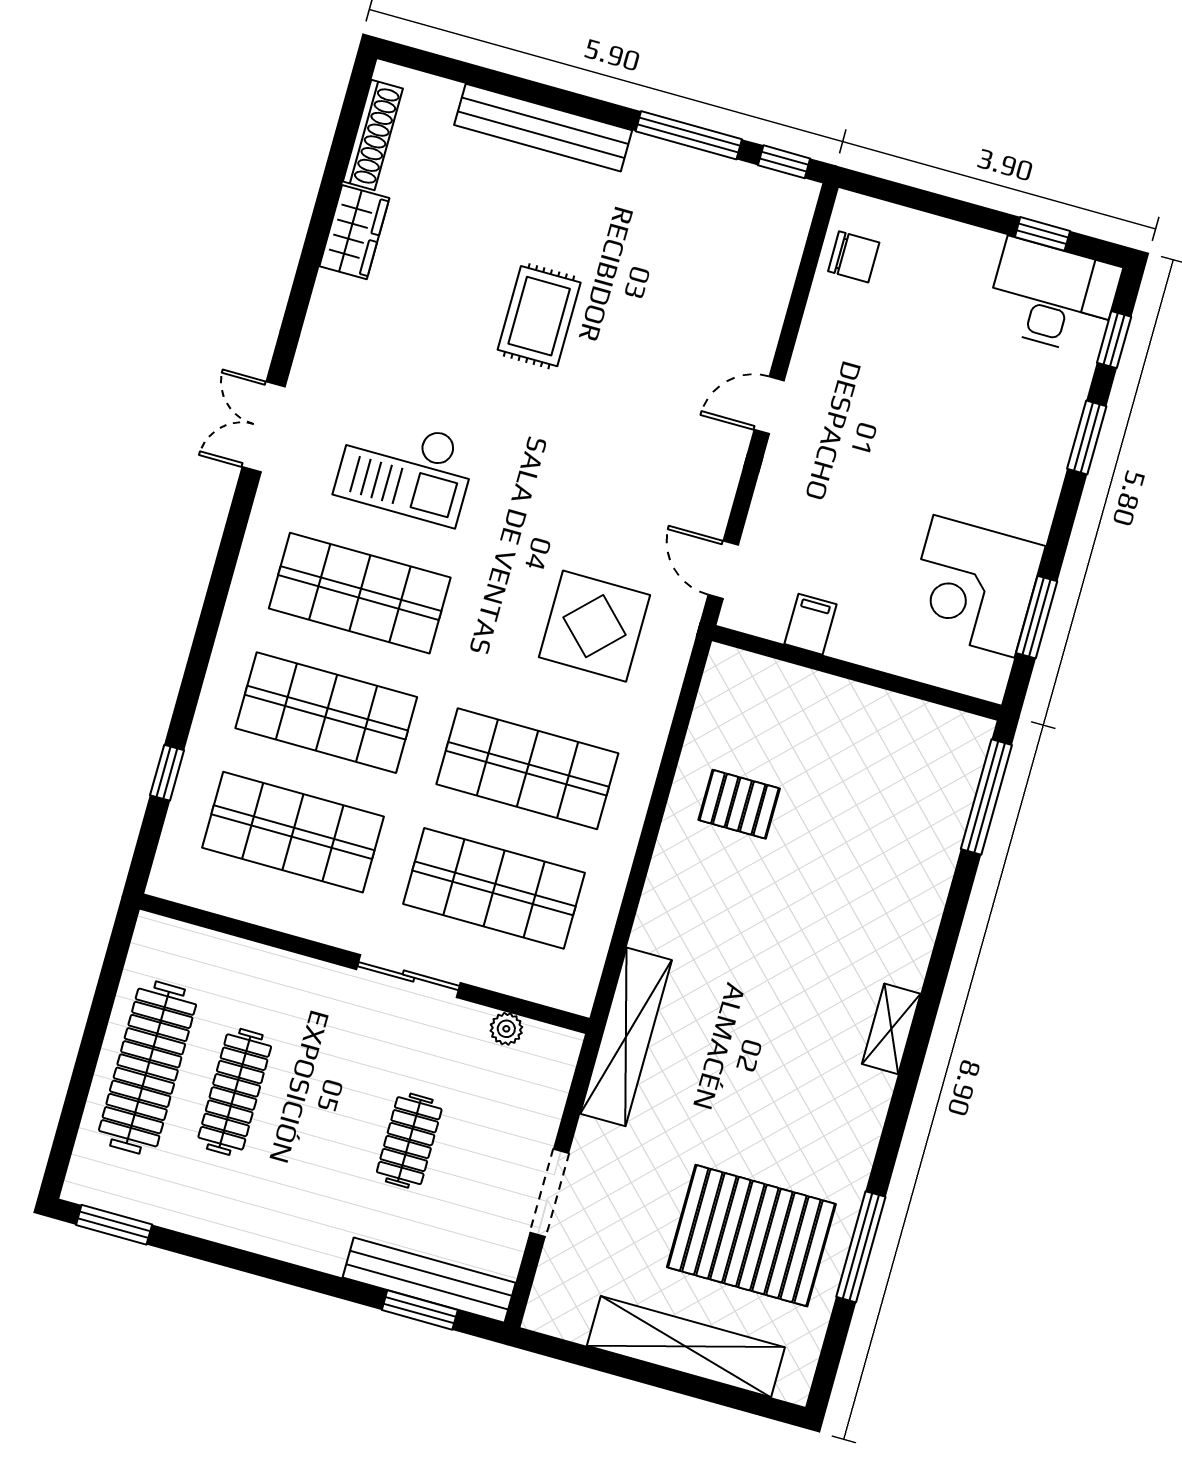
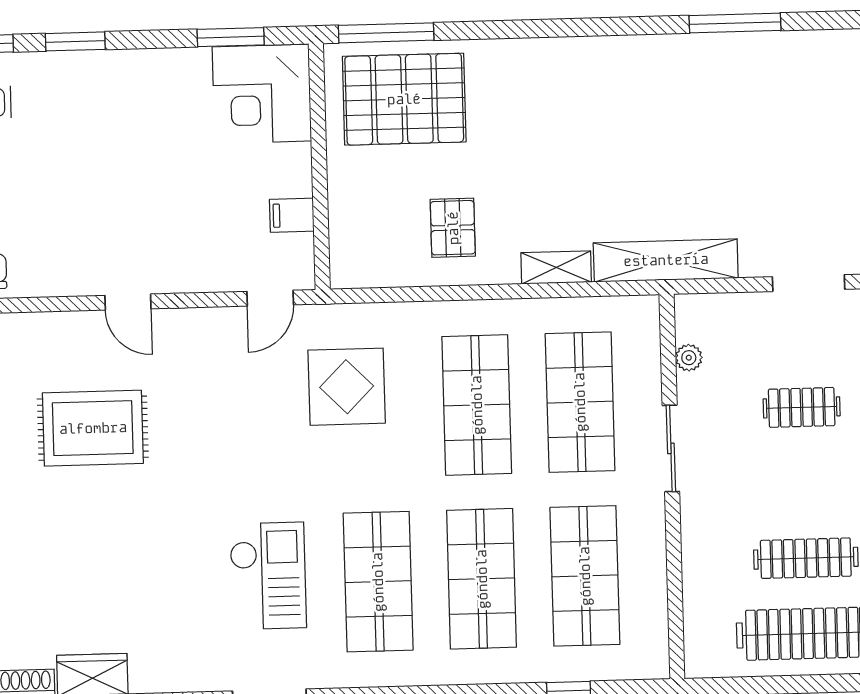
rug: (539, 316) -> (93, 428), moved, width x1.36, depth x1.43
corner desk: (974, 586) -> (262, 94), moved, turned 90
shelving: (891, 1029) -> (556, 267), moved
pallet: (751, 1236) -> (404, 99), moved, turned 90
window: (861, 1247) -> (735, 23), moved

